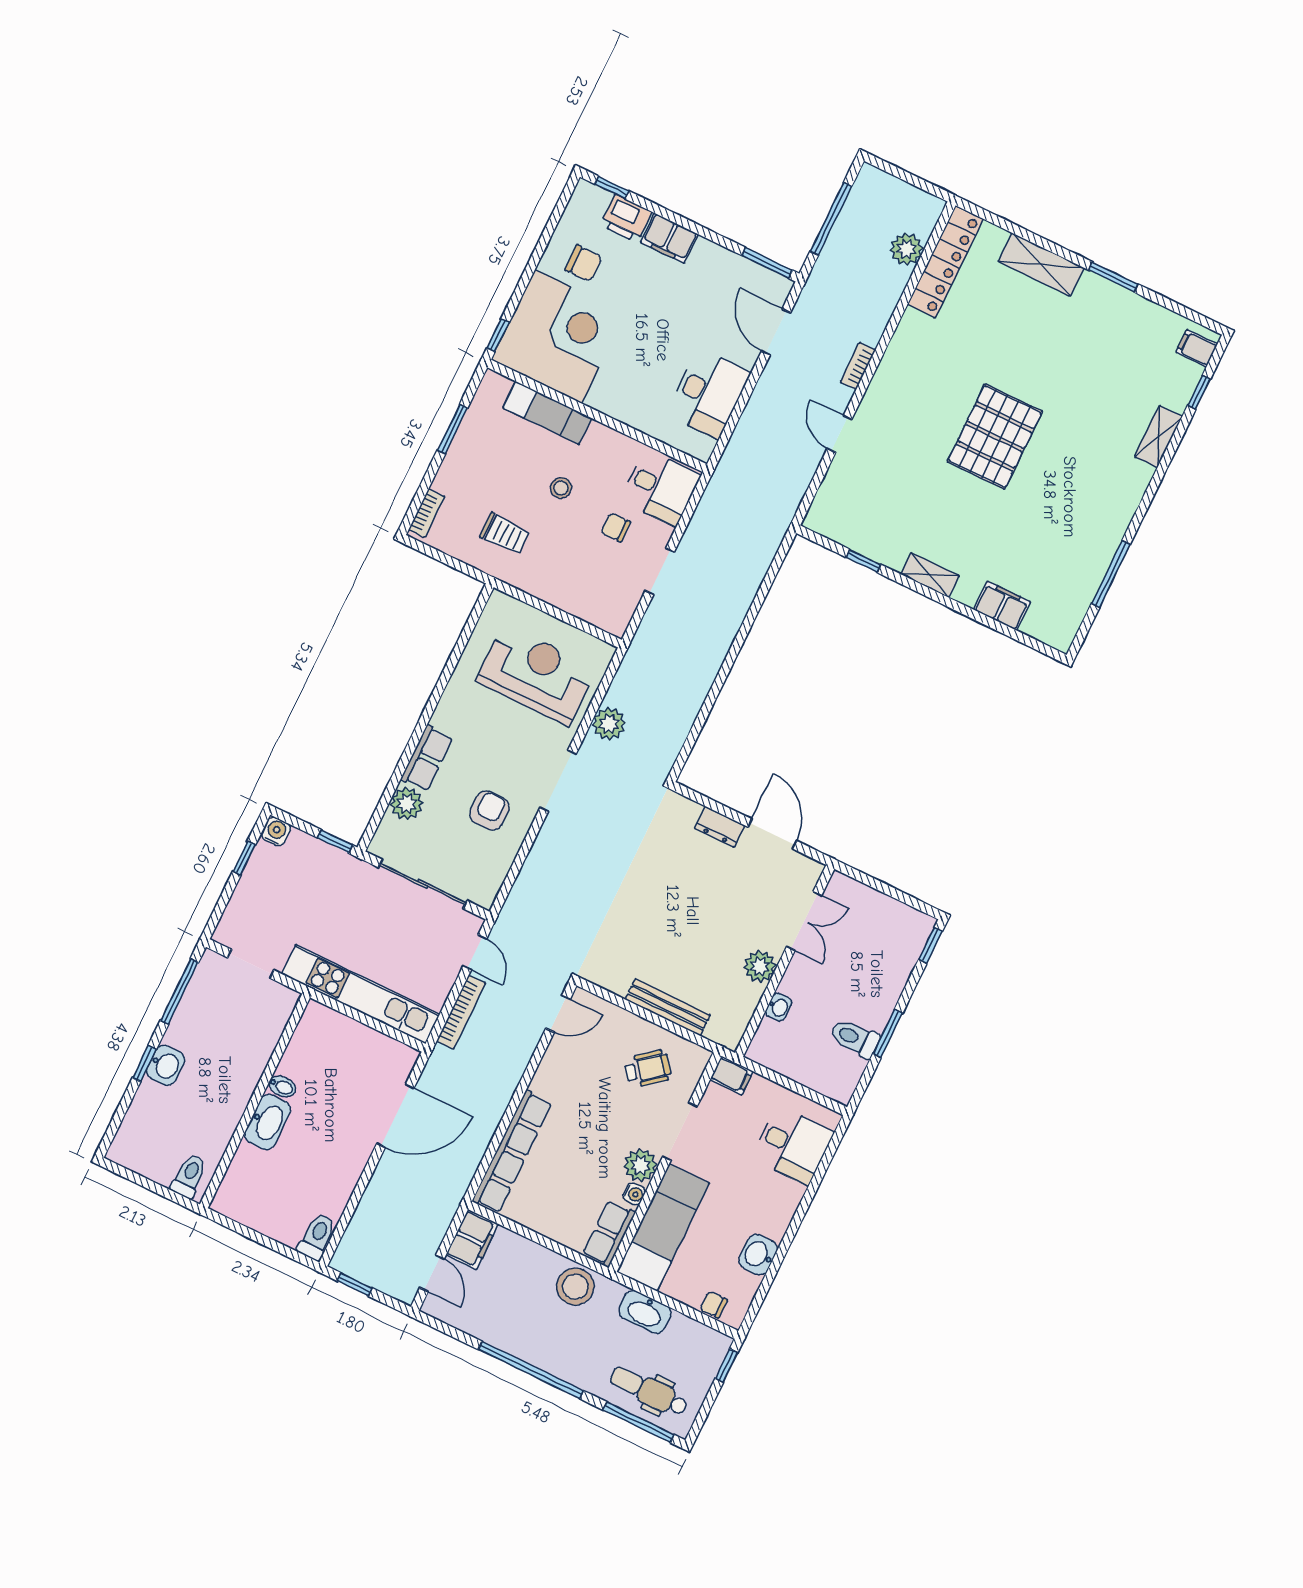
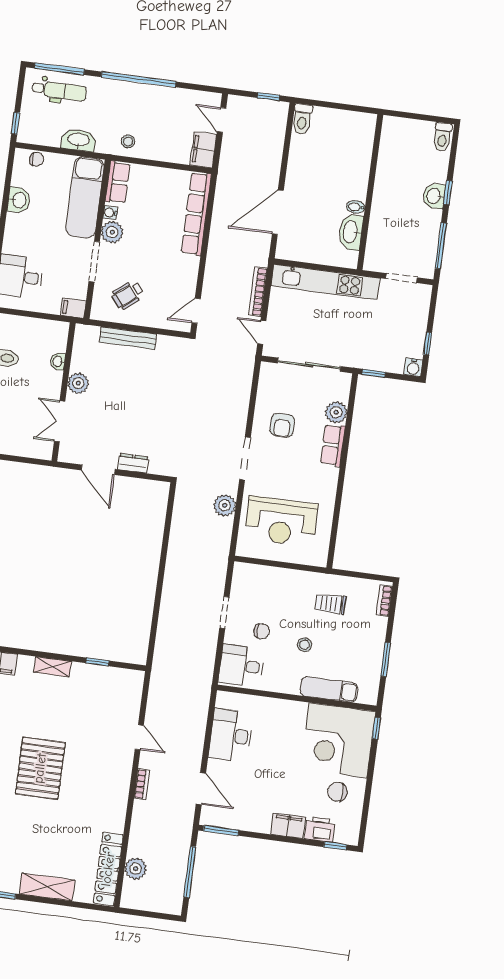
washbasin: (268, 1122) -> (351, 232), moved
toilet: (189, 1176) -> (442, 137), moved
stool: (575, 1287) -> (128, 141), width x0.53, depth x0.53

